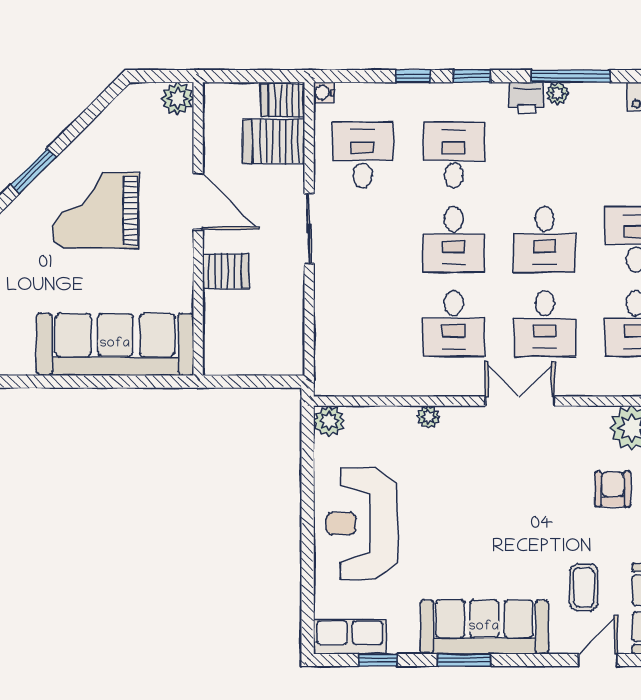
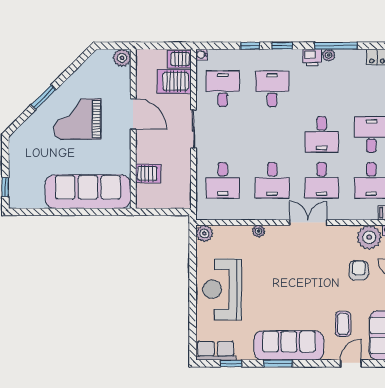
desk: (454, 239) -> (223, 180), moved
server rack: (226, 271) -> (148, 173), moved

